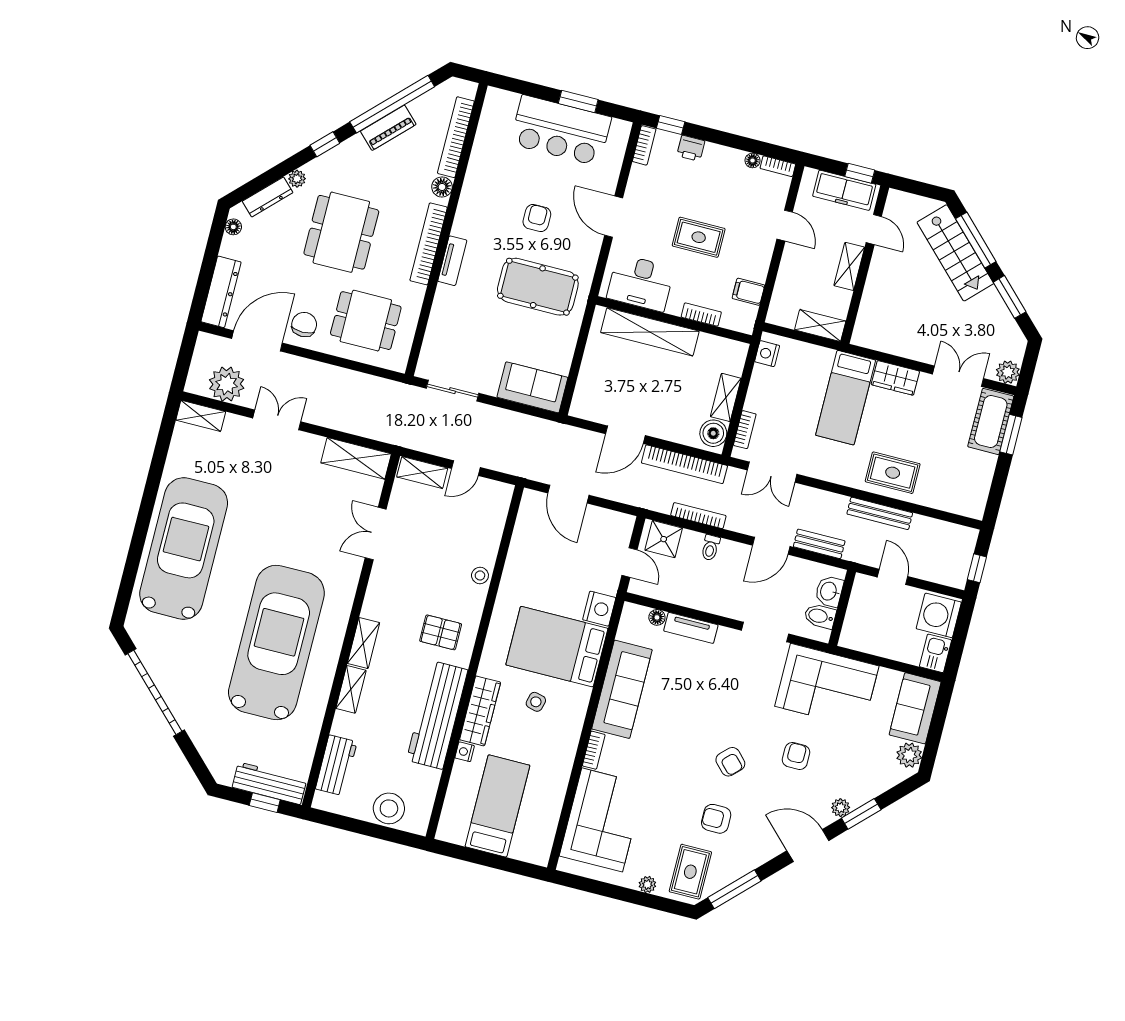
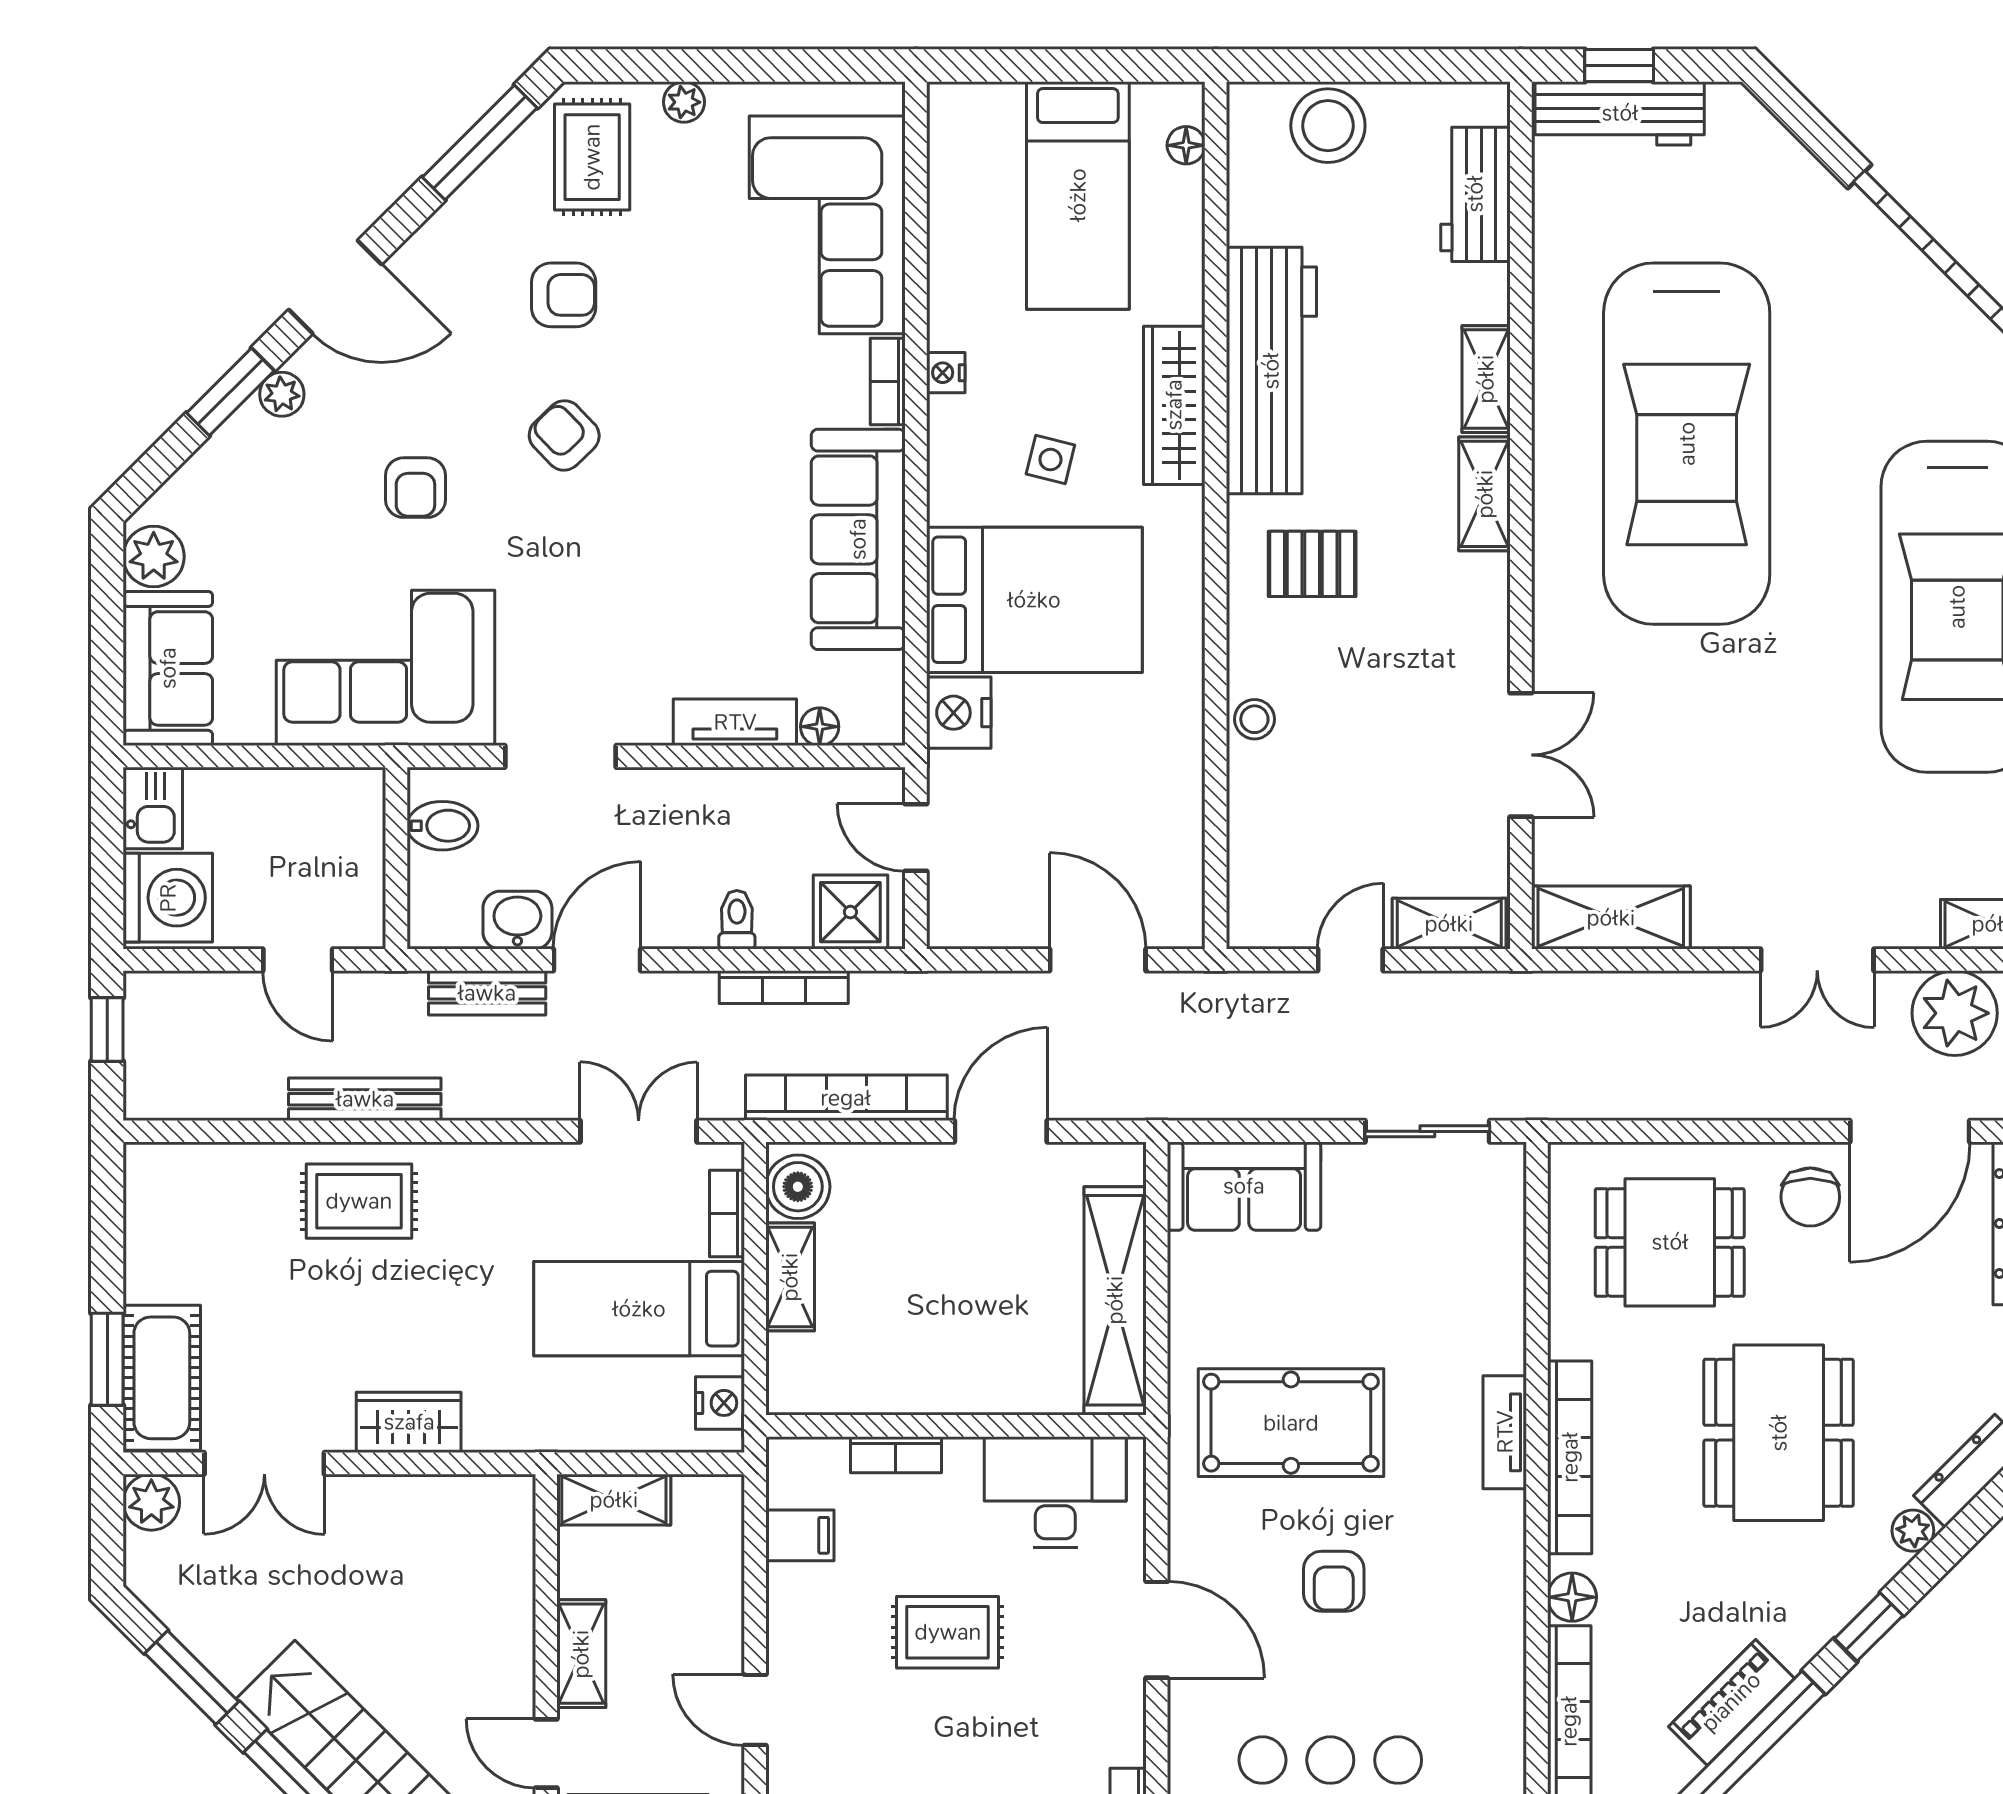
shelving: (650, 332) -> (1115, 1300), moved, turned 90
bed: (846, 398) -> (639, 1309), moved, turned -90
washbasin: (829, 591) -> (517, 920), moved, turned -90
nightstand: (465, 752) -> (946, 373), moved, turned 180
floor lamp: (448, 815) -> (1186, 145), added

